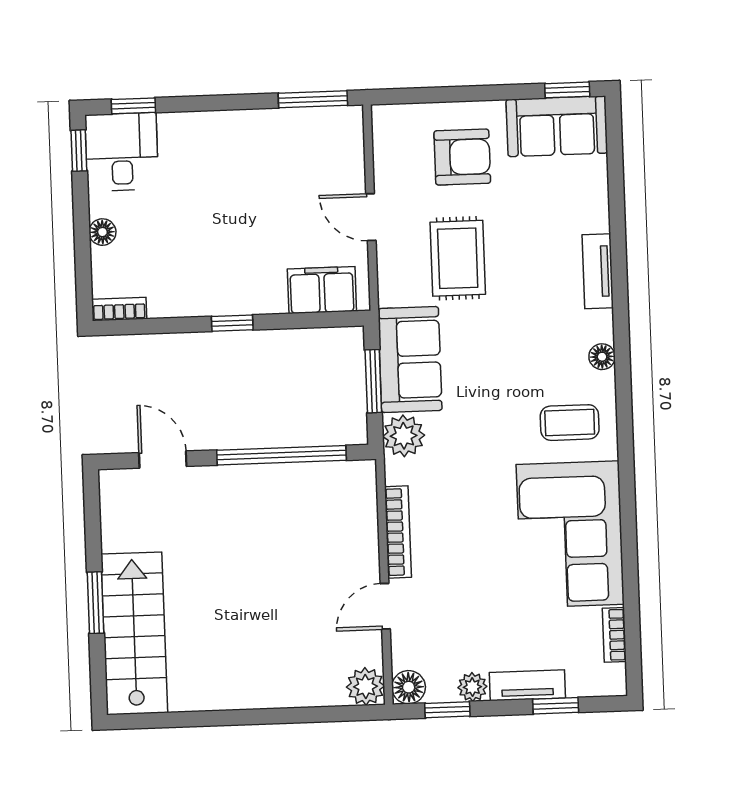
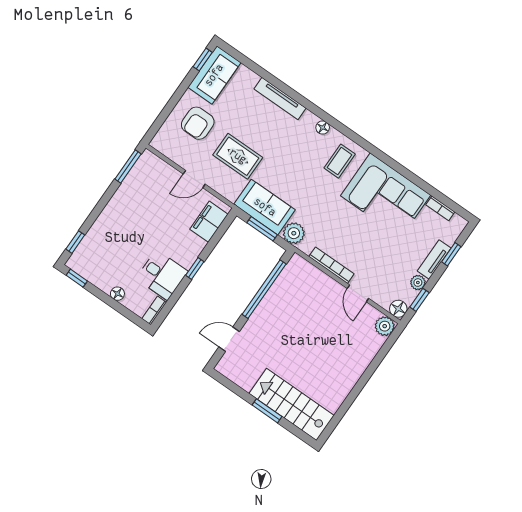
desk: (122, 152) -> (162, 275), moved, turned 180
armchair: (462, 157) -> (198, 123), turned 180
tv unit: (598, 271) -> (280, 98), width x1.41

